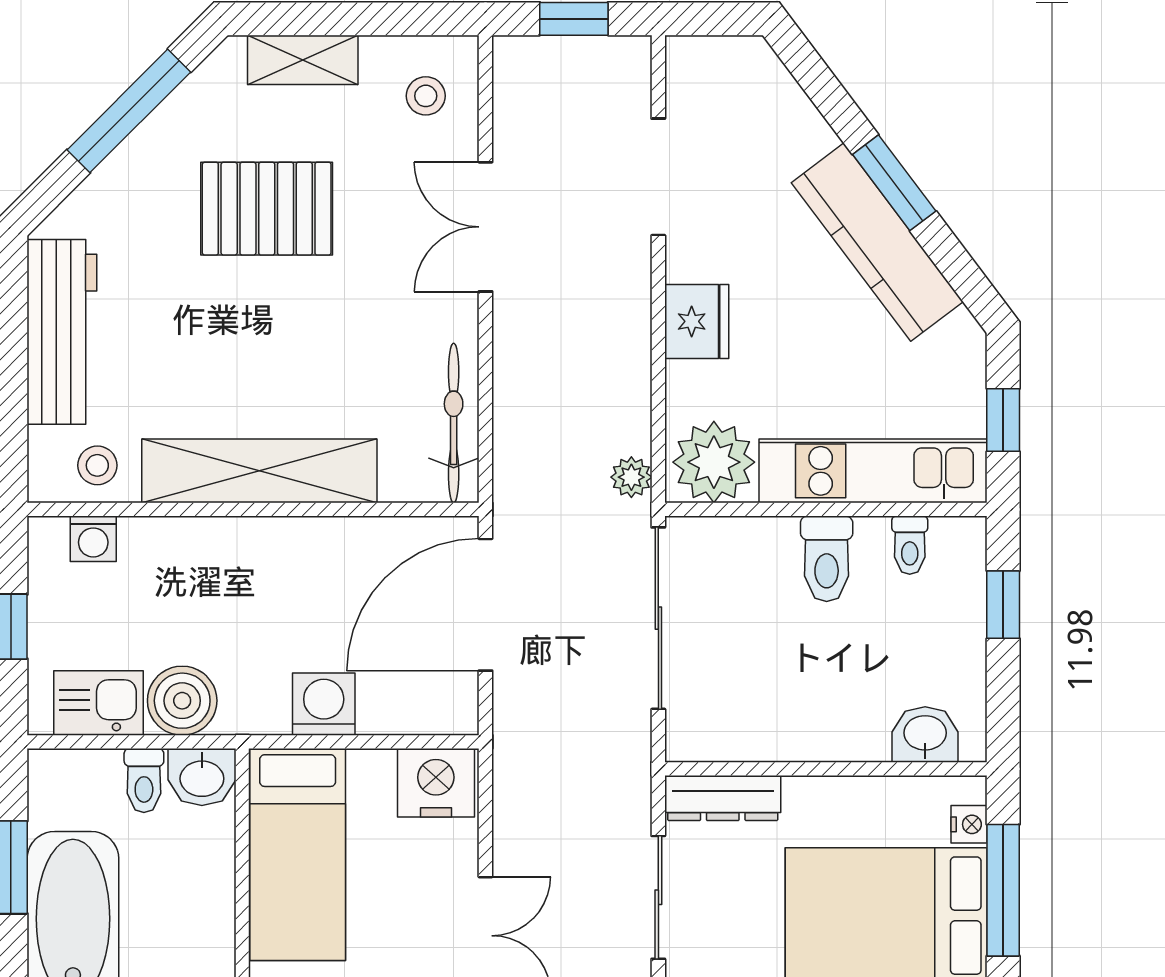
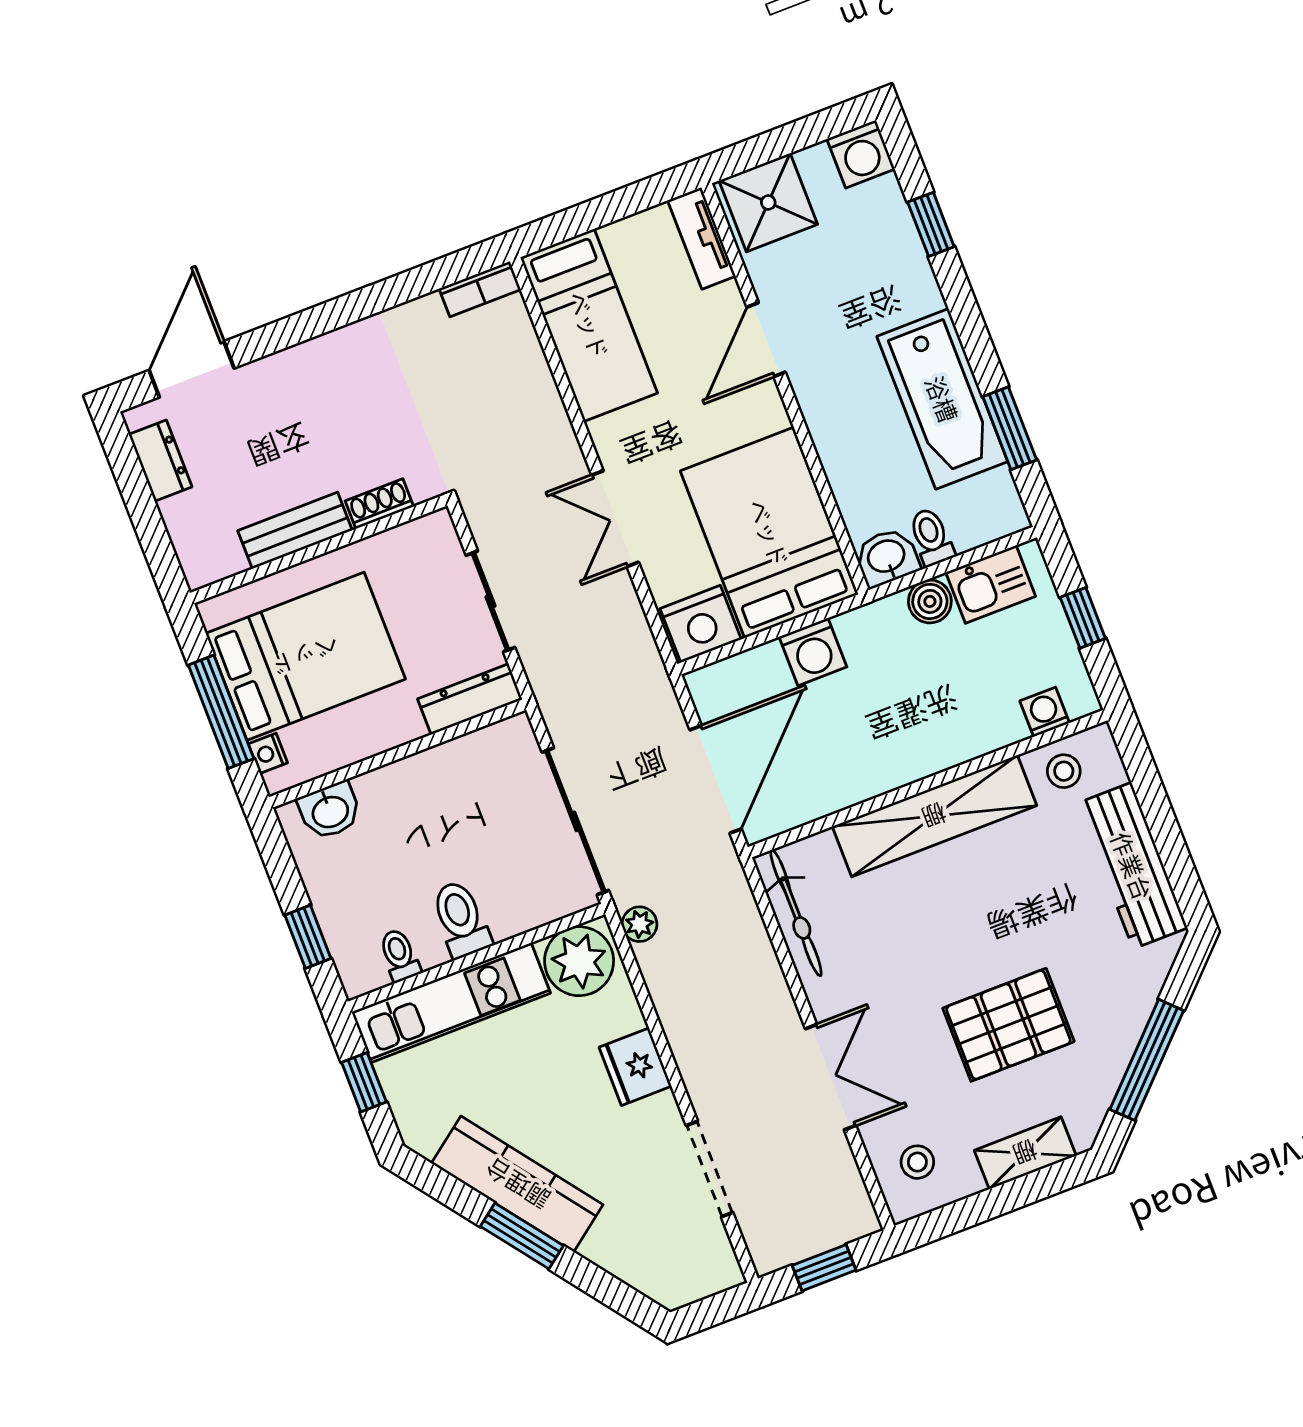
boiler: (182, 701) -> (930, 601), width x0.73, depth x0.73
bed: (298, 854) -> (769, 533), width x1.50

